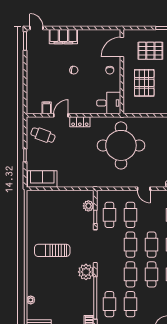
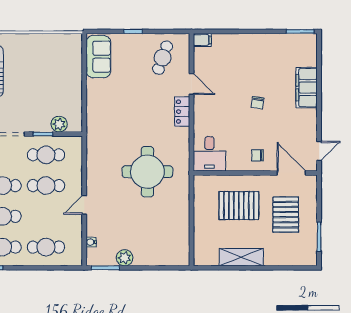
door: (36, 28) -> (319, 151), moved
filing cabinet: (47, 108) -> (202, 40), moved
round table: (121, 145) -> (147, 172), width x0.73, depth x0.73

